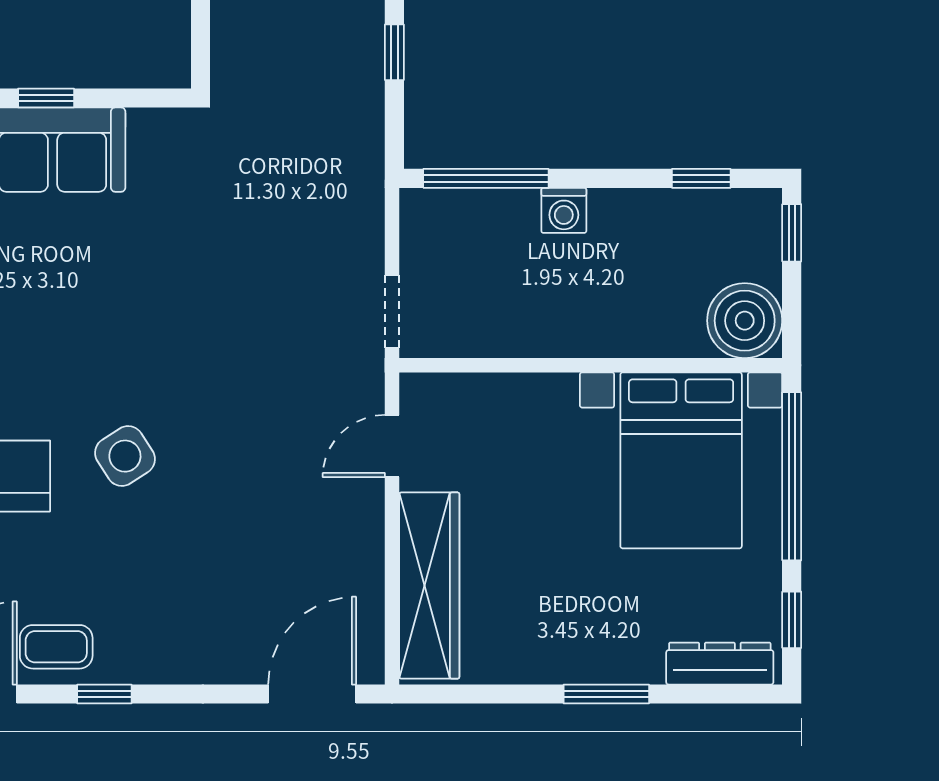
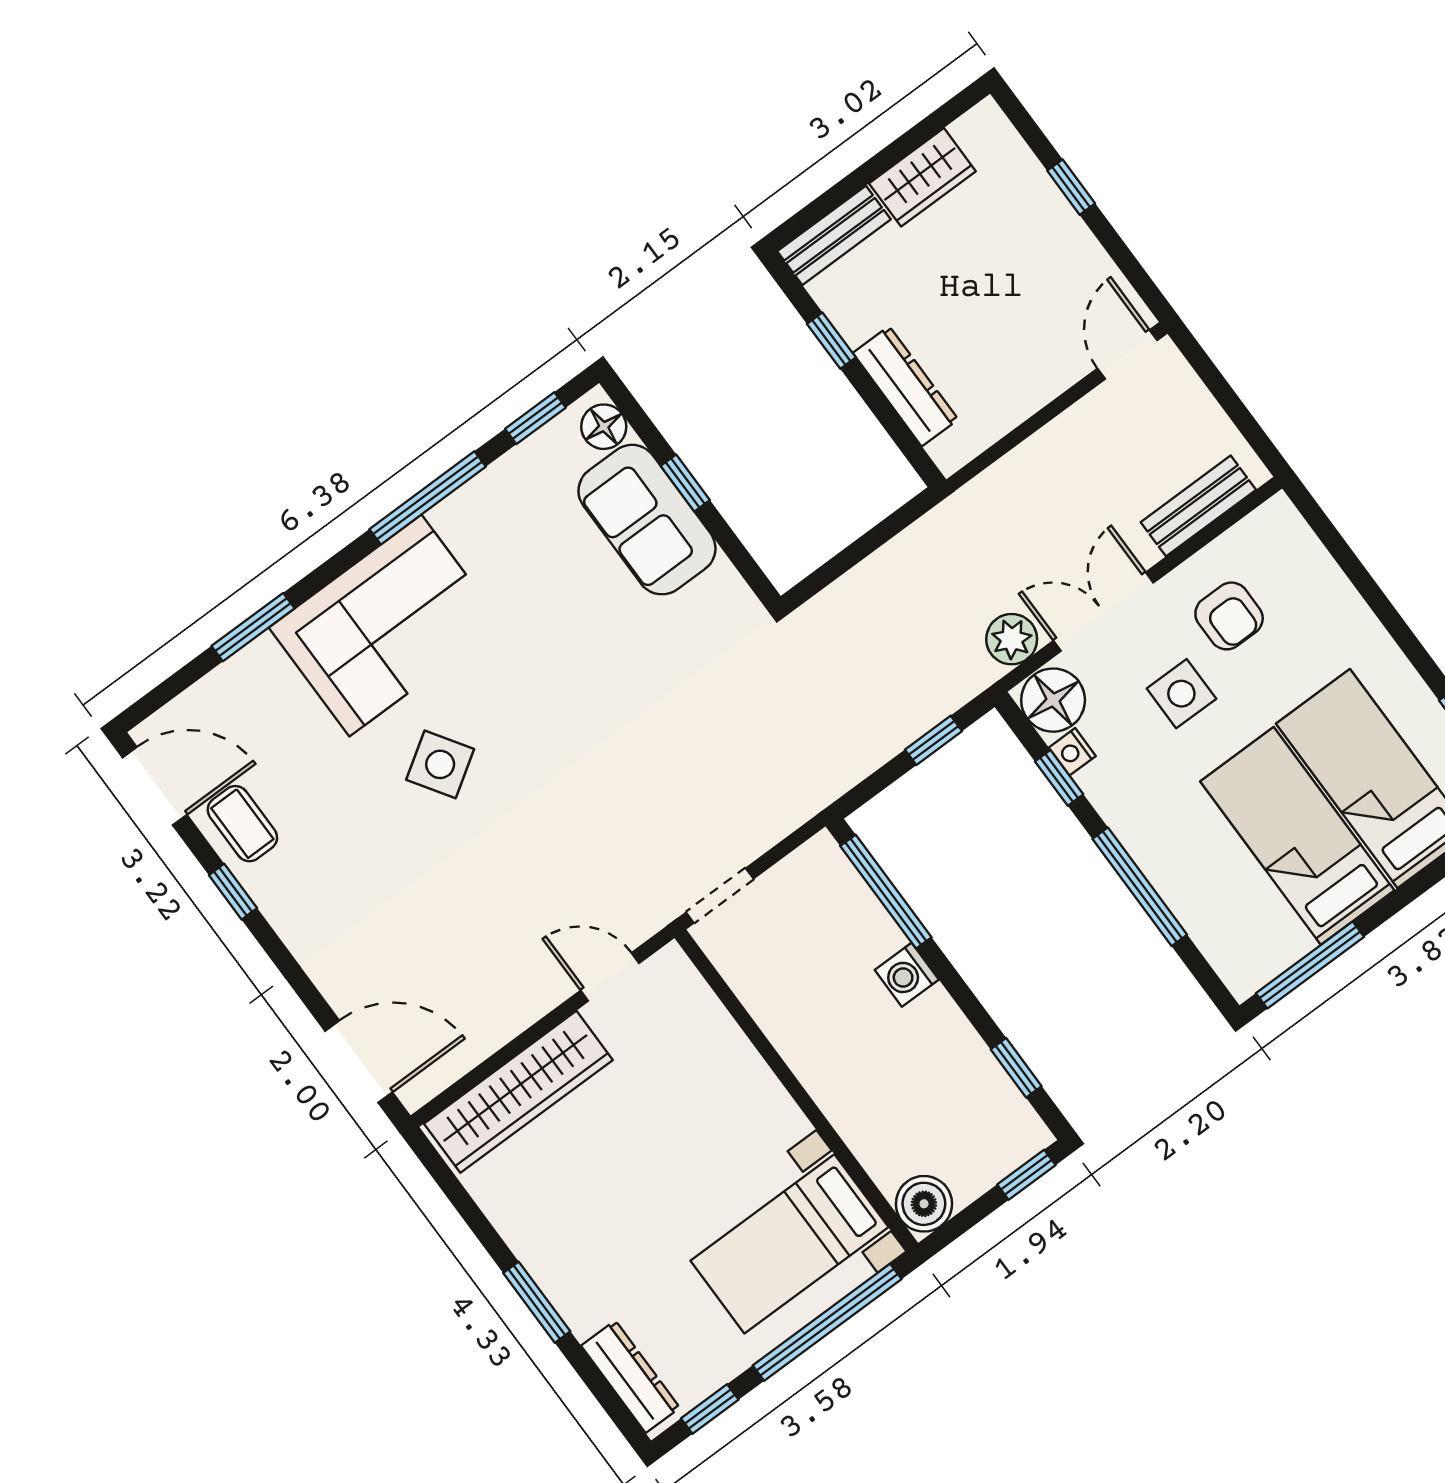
boiler: (745, 321) -> (924, 1204), width x0.73, depth x0.73
bed with nightstands: (681, 460) -> (789, 1244), width x0.73

